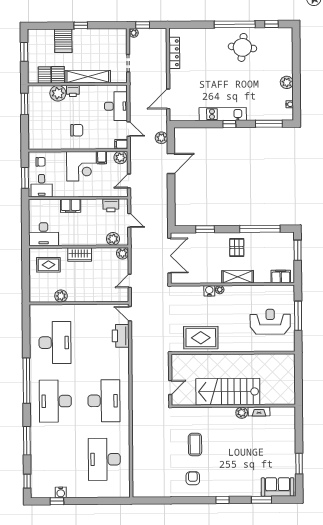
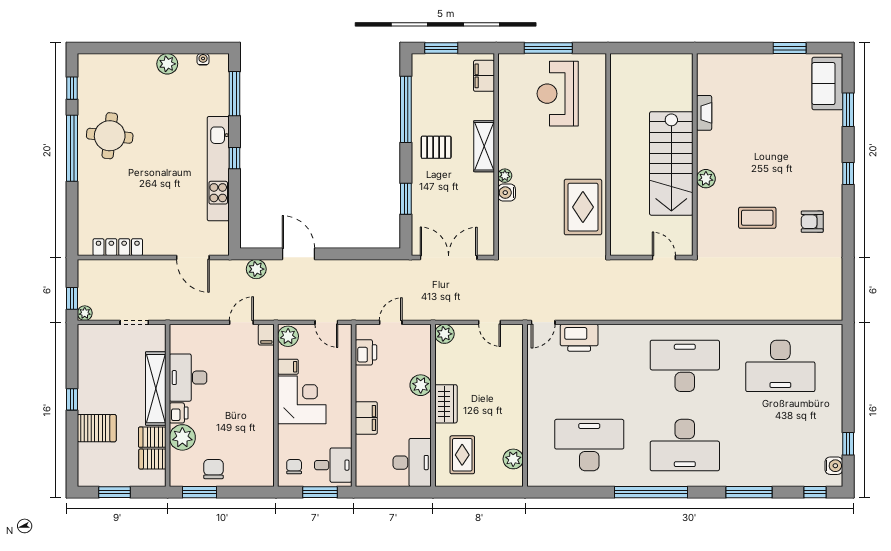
desk: (116, 106) -> (188, 378), moved, turned -90
kitchen unit: (223, 114) -> (218, 169), width x1.36
chair: (77, 130) -> (213, 469), moved
plant: (113, 239) -> (421, 385), moved
plant: (61, 296) -> (513, 459), moved
plant: (242, 413) -> (706, 179), moved
water cooler: (61, 492) -> (834, 466), moved

